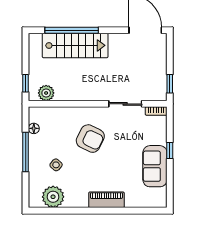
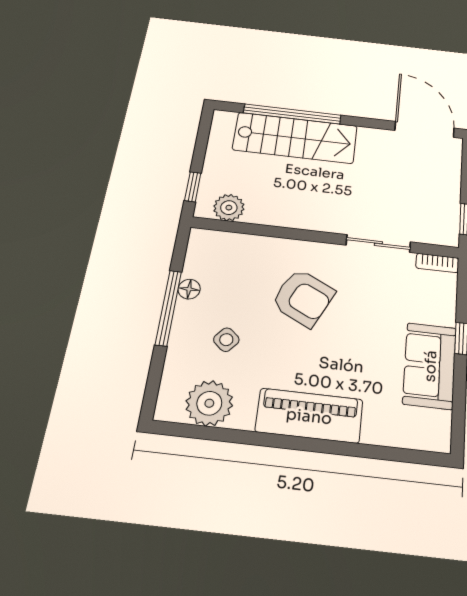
floor lamp: (34, 128) -> (189, 289), moved
piano: (106, 200) -> (309, 416), width x1.37, depth x1.33

